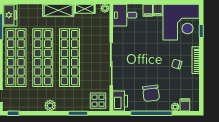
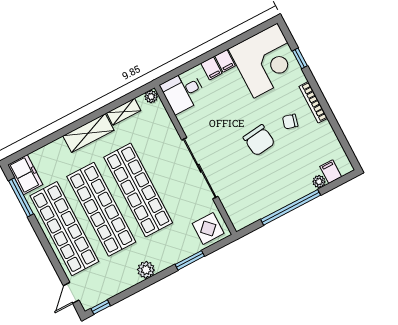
chair: (151, 93) -> (259, 140), moved
printer: (120, 101) -> (239, 213), removed

